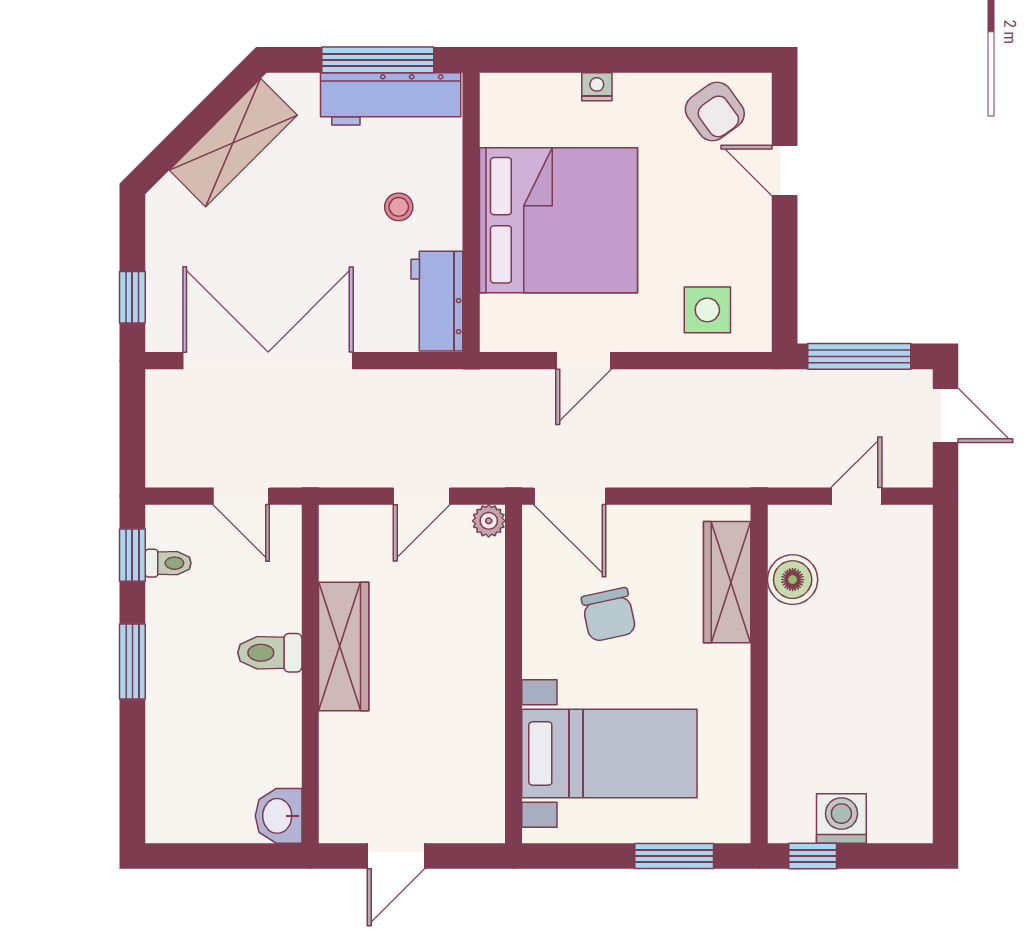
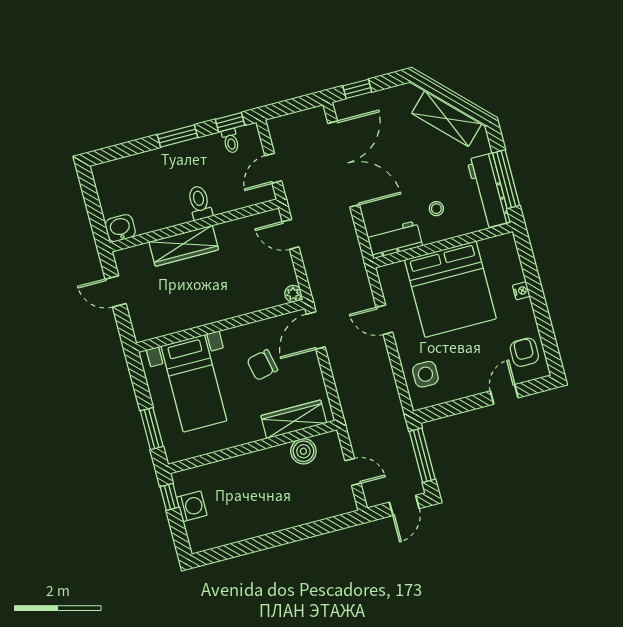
armchair: (715, 111) -> (524, 352), turned 126
door: (422, 496) -> (291, 234), moved
wardrobe: (344, 647) -> (184, 246), moved

